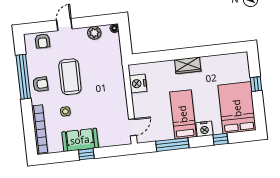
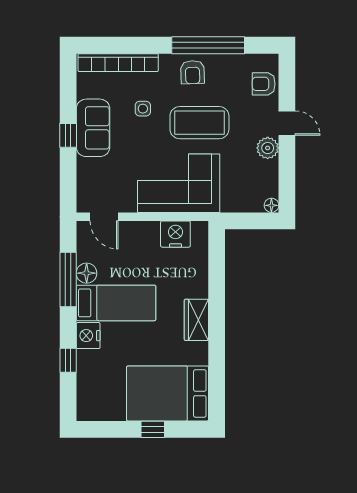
plant: (94, 33) -> (268, 148), moved
corner sofa: (107, 85) -> (179, 183), added
bed: (237, 108) -> (168, 393), moved, turned 180
floor lamp: (167, 134) -> (87, 273), added

